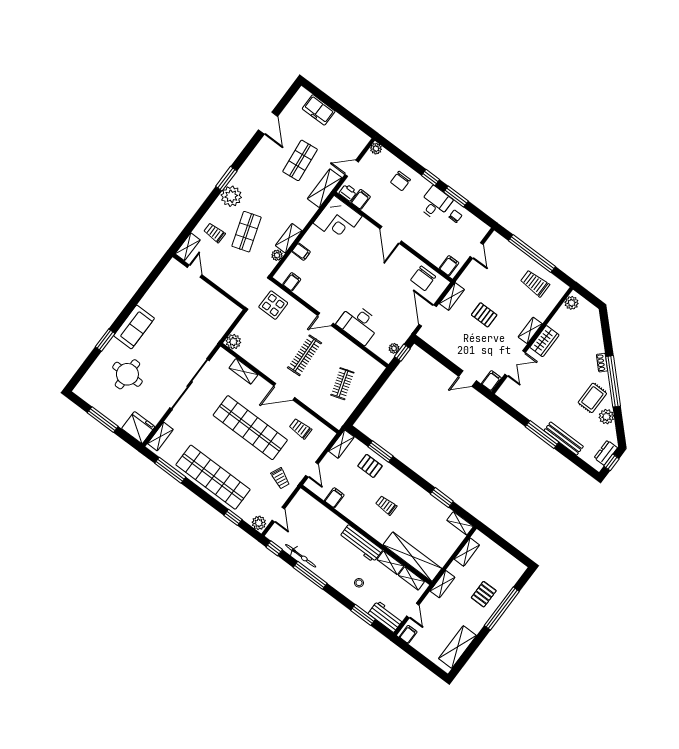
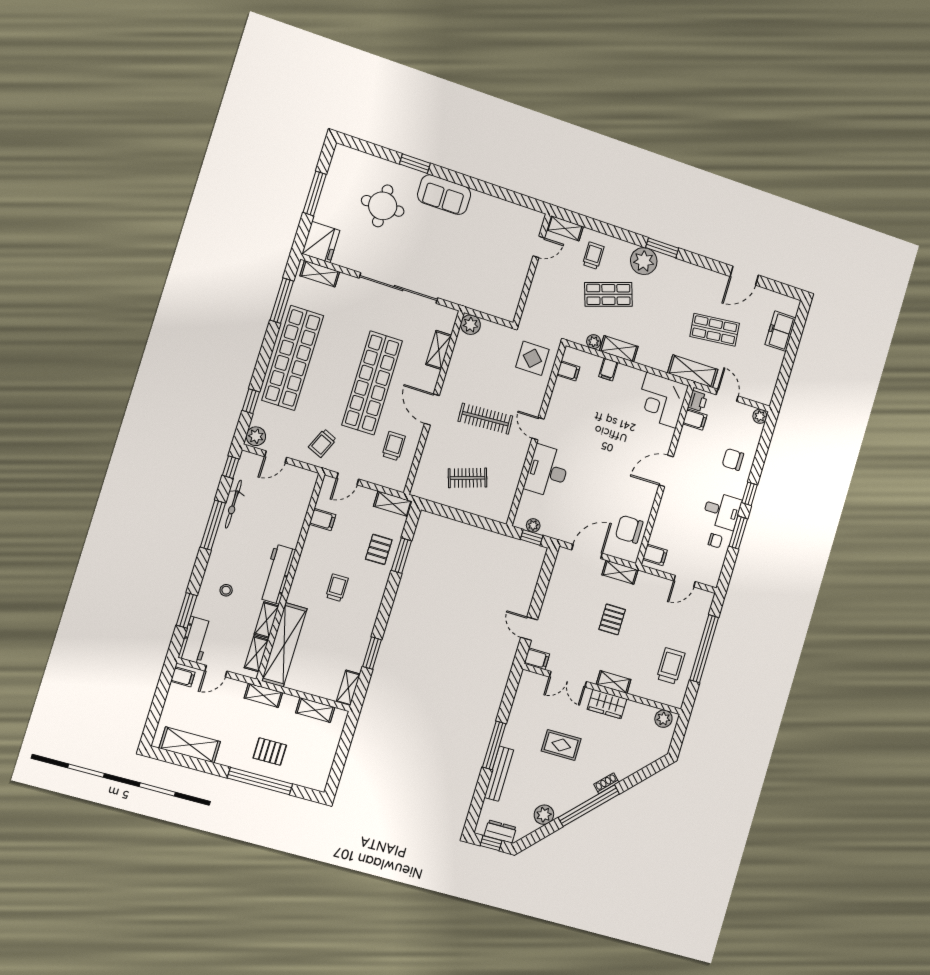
rug: (592, 398) -> (561, 745), moved

